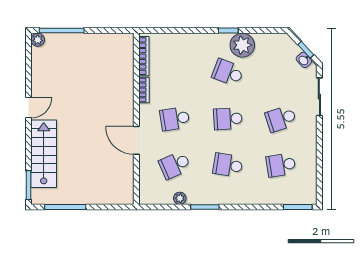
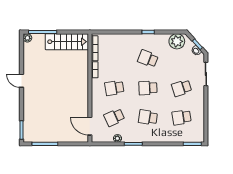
plant: (242, 45) -> (177, 41), moved
door: (29, 108) -> (22, 81), swing flipped
door: (136, 140) -> (90, 126), moved
stairs: (44, 154) -> (67, 42), moved, turned 90

